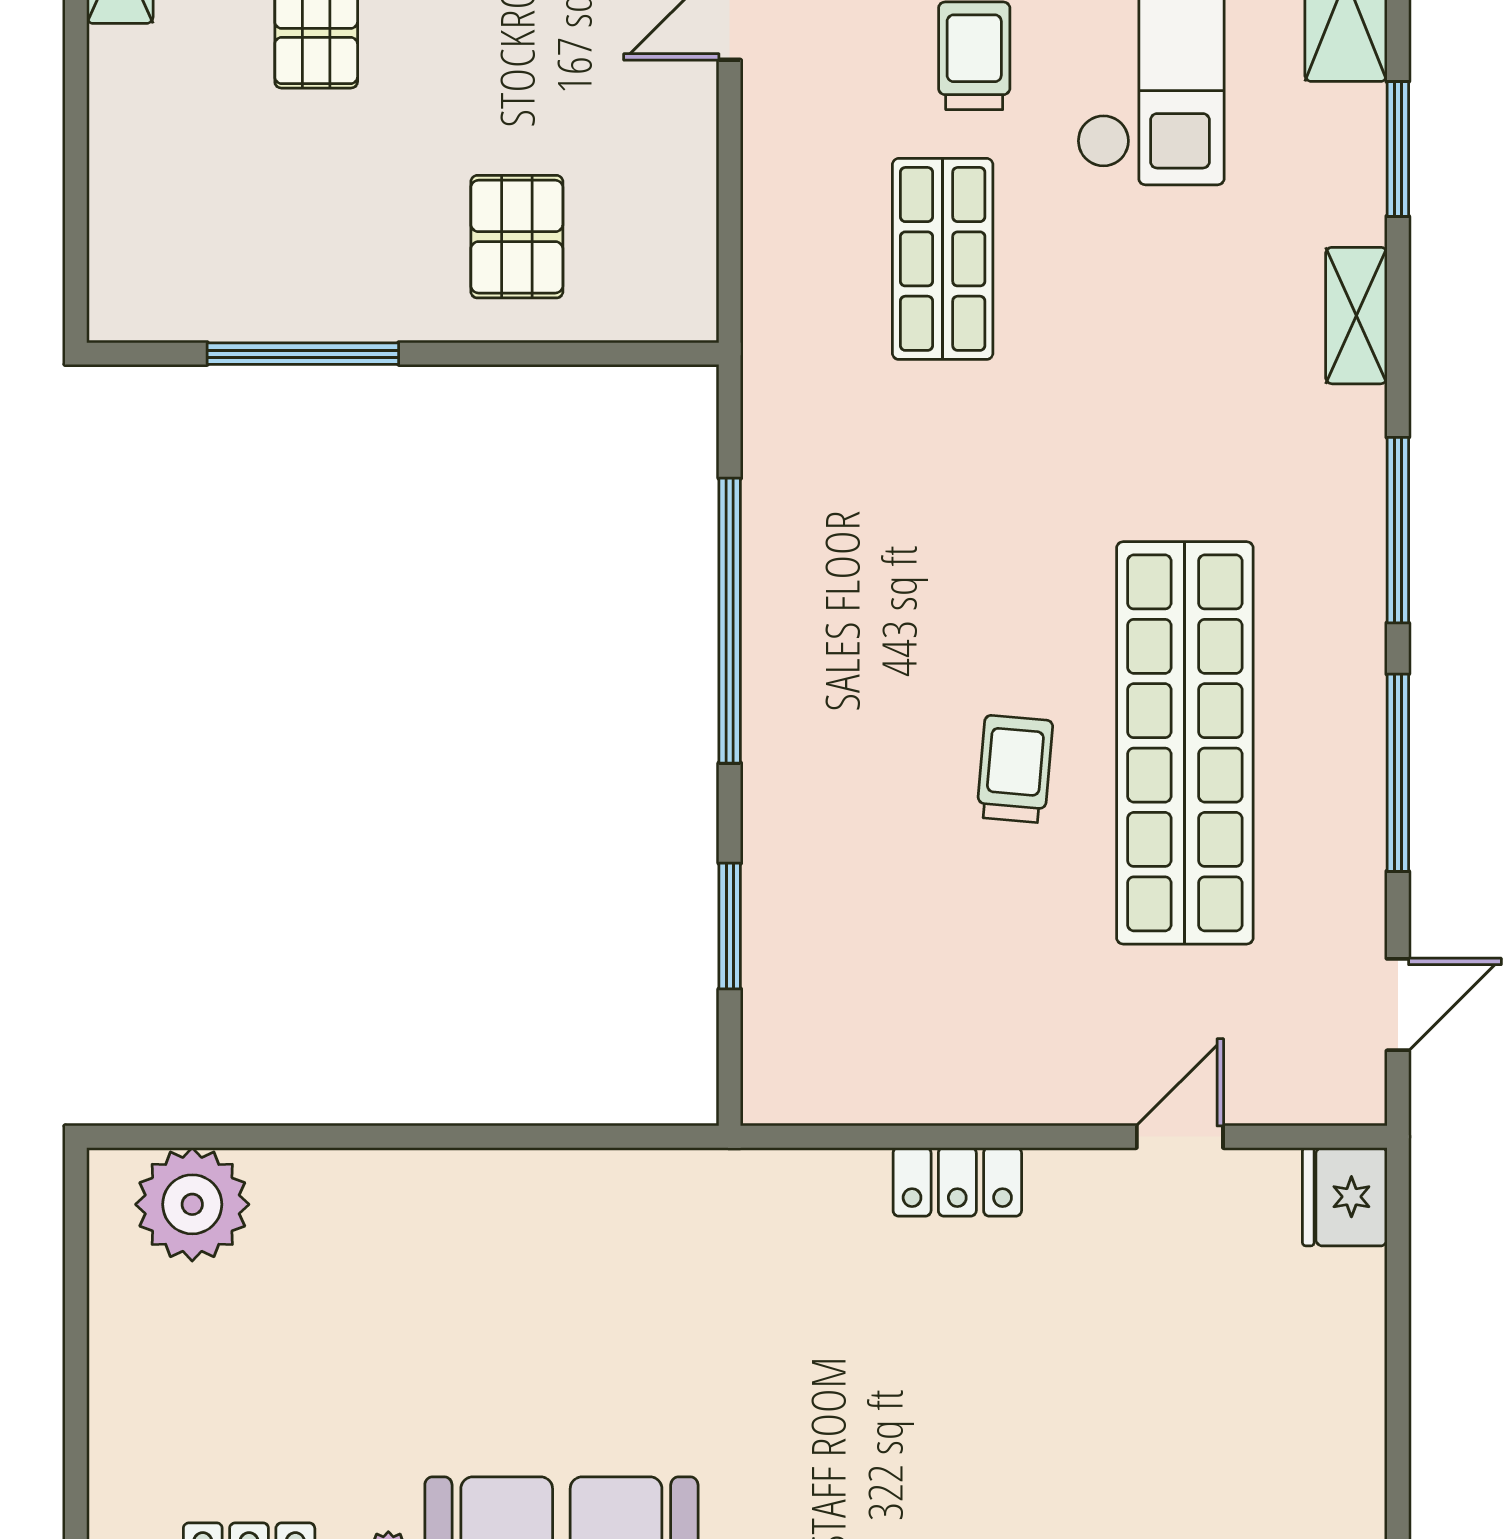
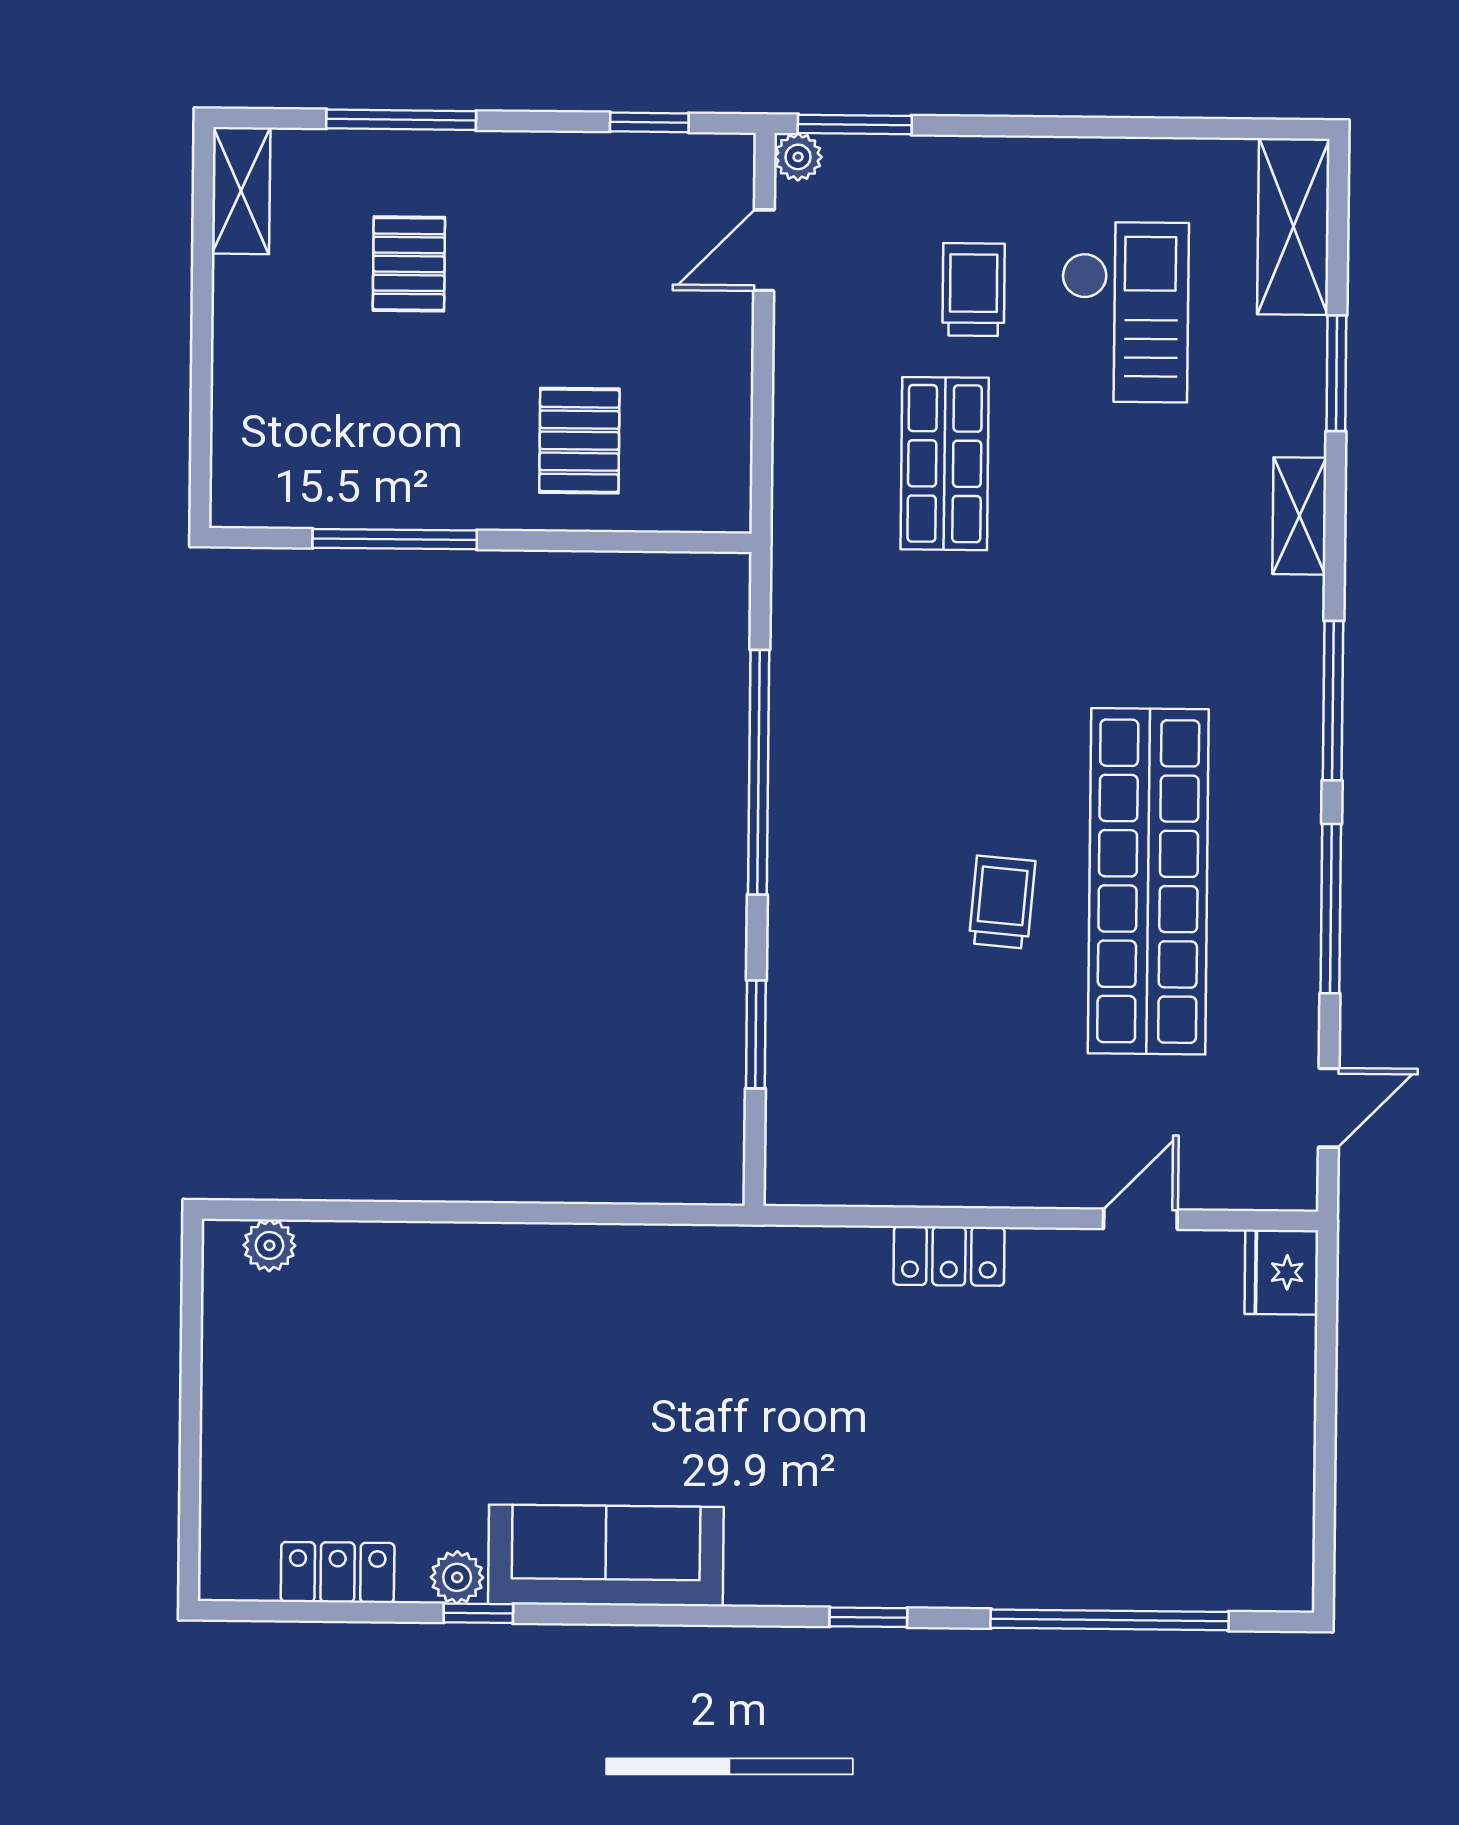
plant: (192, 1204) -> (269, 1245), width x0.53, depth x0.53

